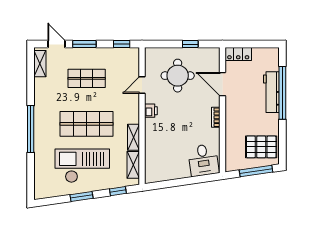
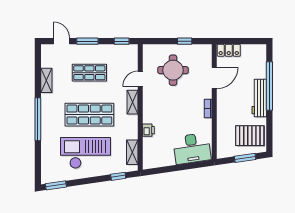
shelving: (40, 64) -> (46, 80), moved
door: (222, 84) -> (214, 78), swing flipped
workbench: (271, 92) -> (259, 98), moved
printer: (151, 111) -> (148, 130), moved
shelving: (133, 137) -> (132, 102), moved
desk: (203, 160) -> (192, 148), width x1.37
window: (256, 171) -> (245, 158), width x0.69
window: (82, 196) -> (56, 185), moved

